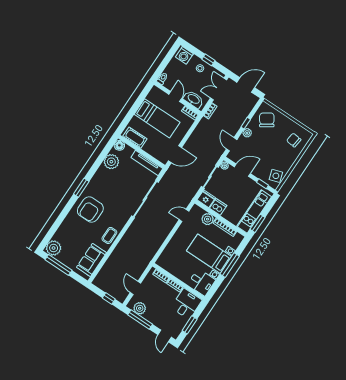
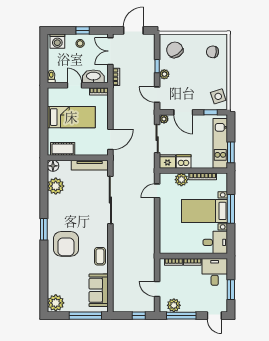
door: (242, 170) -> (183, 112), swing flipped
window: (59, 265) -> (85, 316), moved

